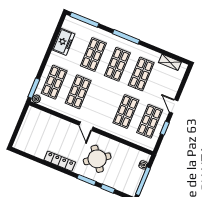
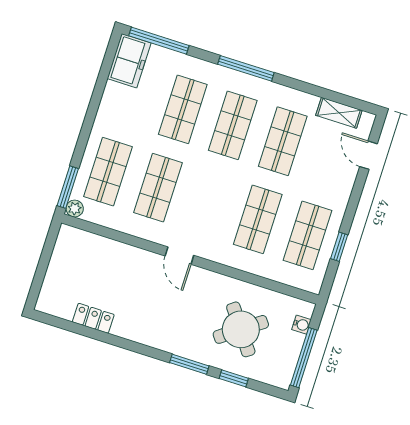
freezer: (63, 42) -> (129, 61), moved
door: (174, 106) -> (368, 155), moved
round table: (97, 159) -> (241, 329), moved
locker: (60, 161) -> (93, 318), moved, width x0.66

